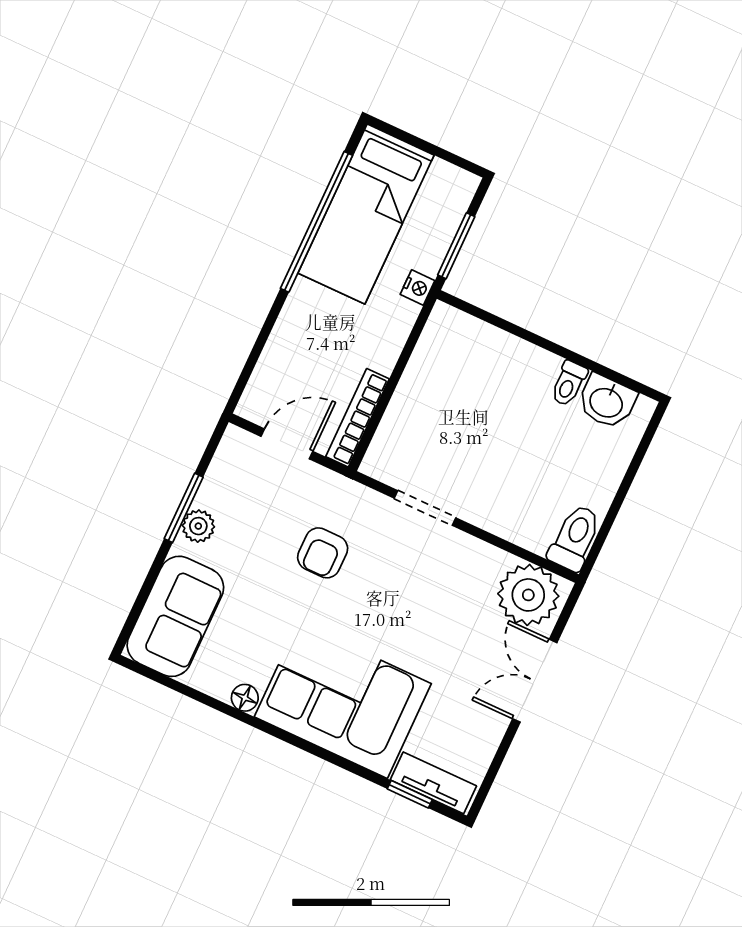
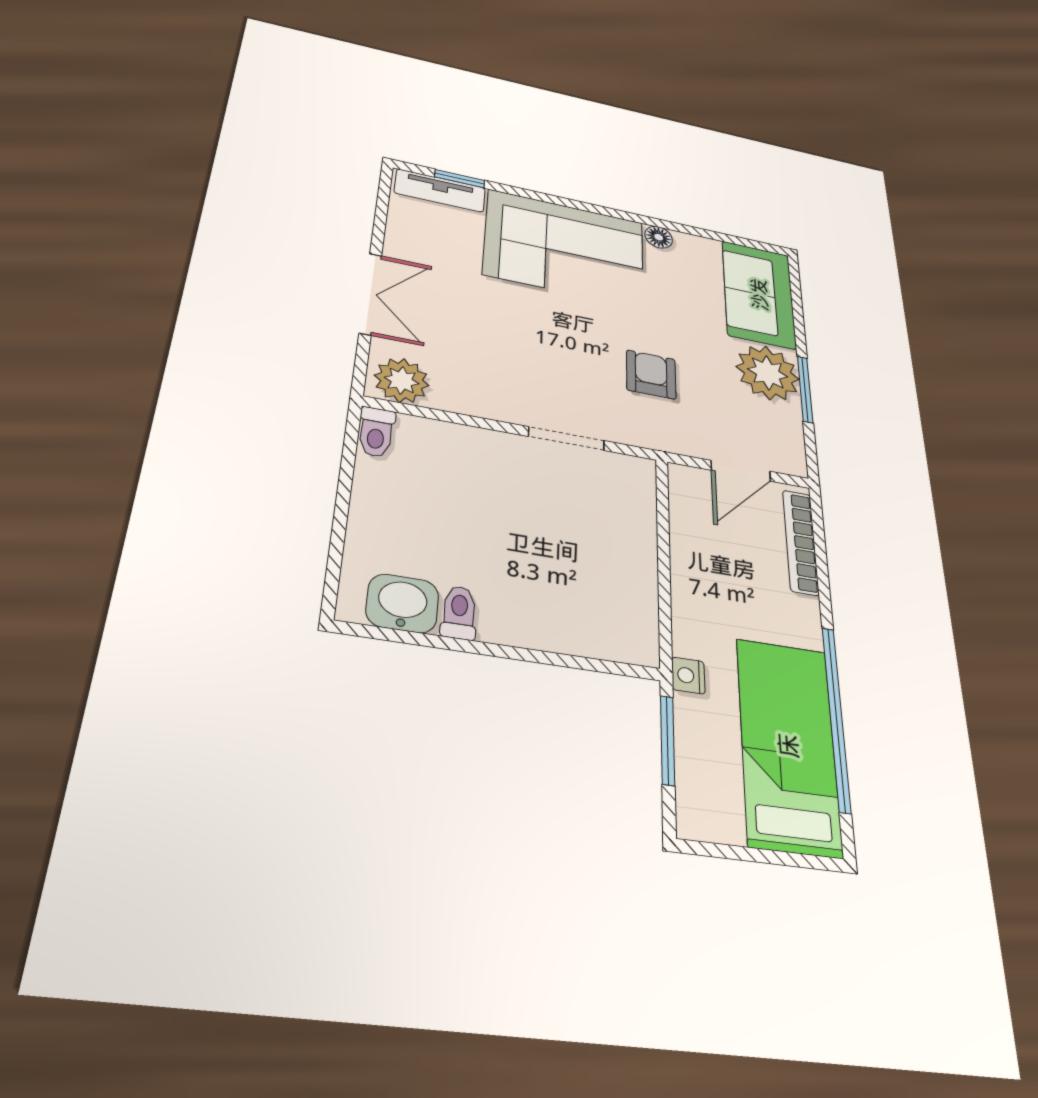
bookcase: (358, 418) -> (801, 542), moved, turned 180
plant: (198, 526) -> (768, 373), width x1.88, depth x1.88
toilet: (575, 538) -> (376, 432), width x0.73, depth x0.72
plant: (528, 595) -> (402, 380), width x0.73, depth x0.73

